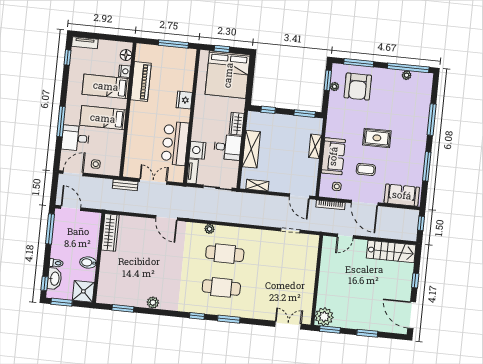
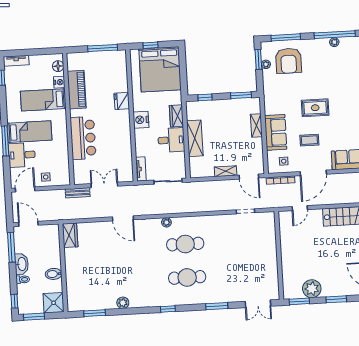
bed: (103, 118) -> (29, 132), moved, turned 180
bar counter: (175, 143) -> (83, 138), moved, turned 180
nightstand: (198, 150) -> (141, 120), moved
shelving: (257, 185) -> (226, 171), moved
door: (365, 203) -> (313, 173), hinge flipped
wardrobe: (110, 232) -> (70, 235), width x0.67
washbasin: (54, 279) -> (22, 264), moved
plant: (324, 317) -> (312, 289), moved
window: (229, 319) -> (217, 306), moved
double door: (288, 325) -> (258, 304), swing flipped

